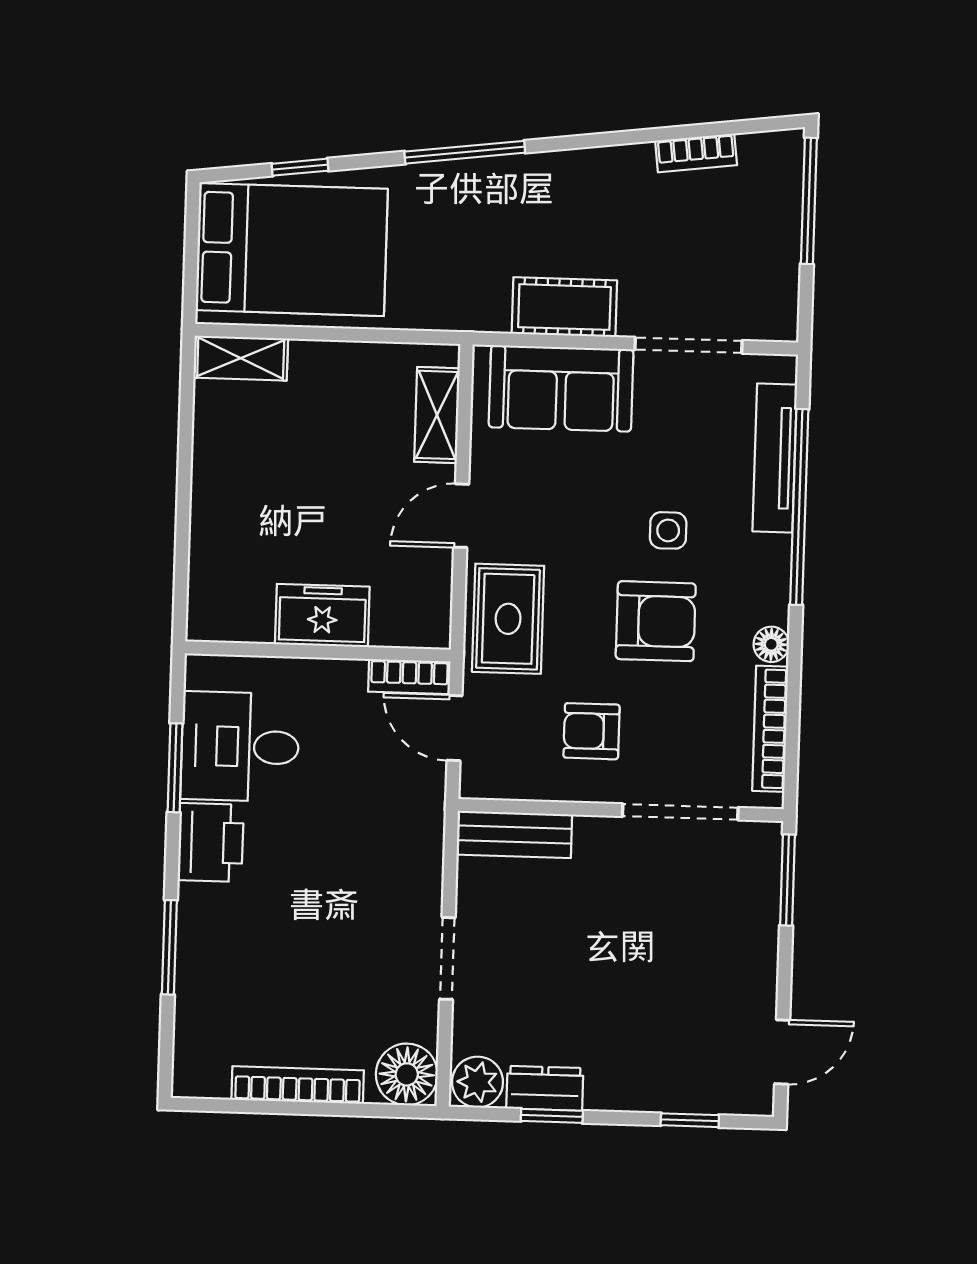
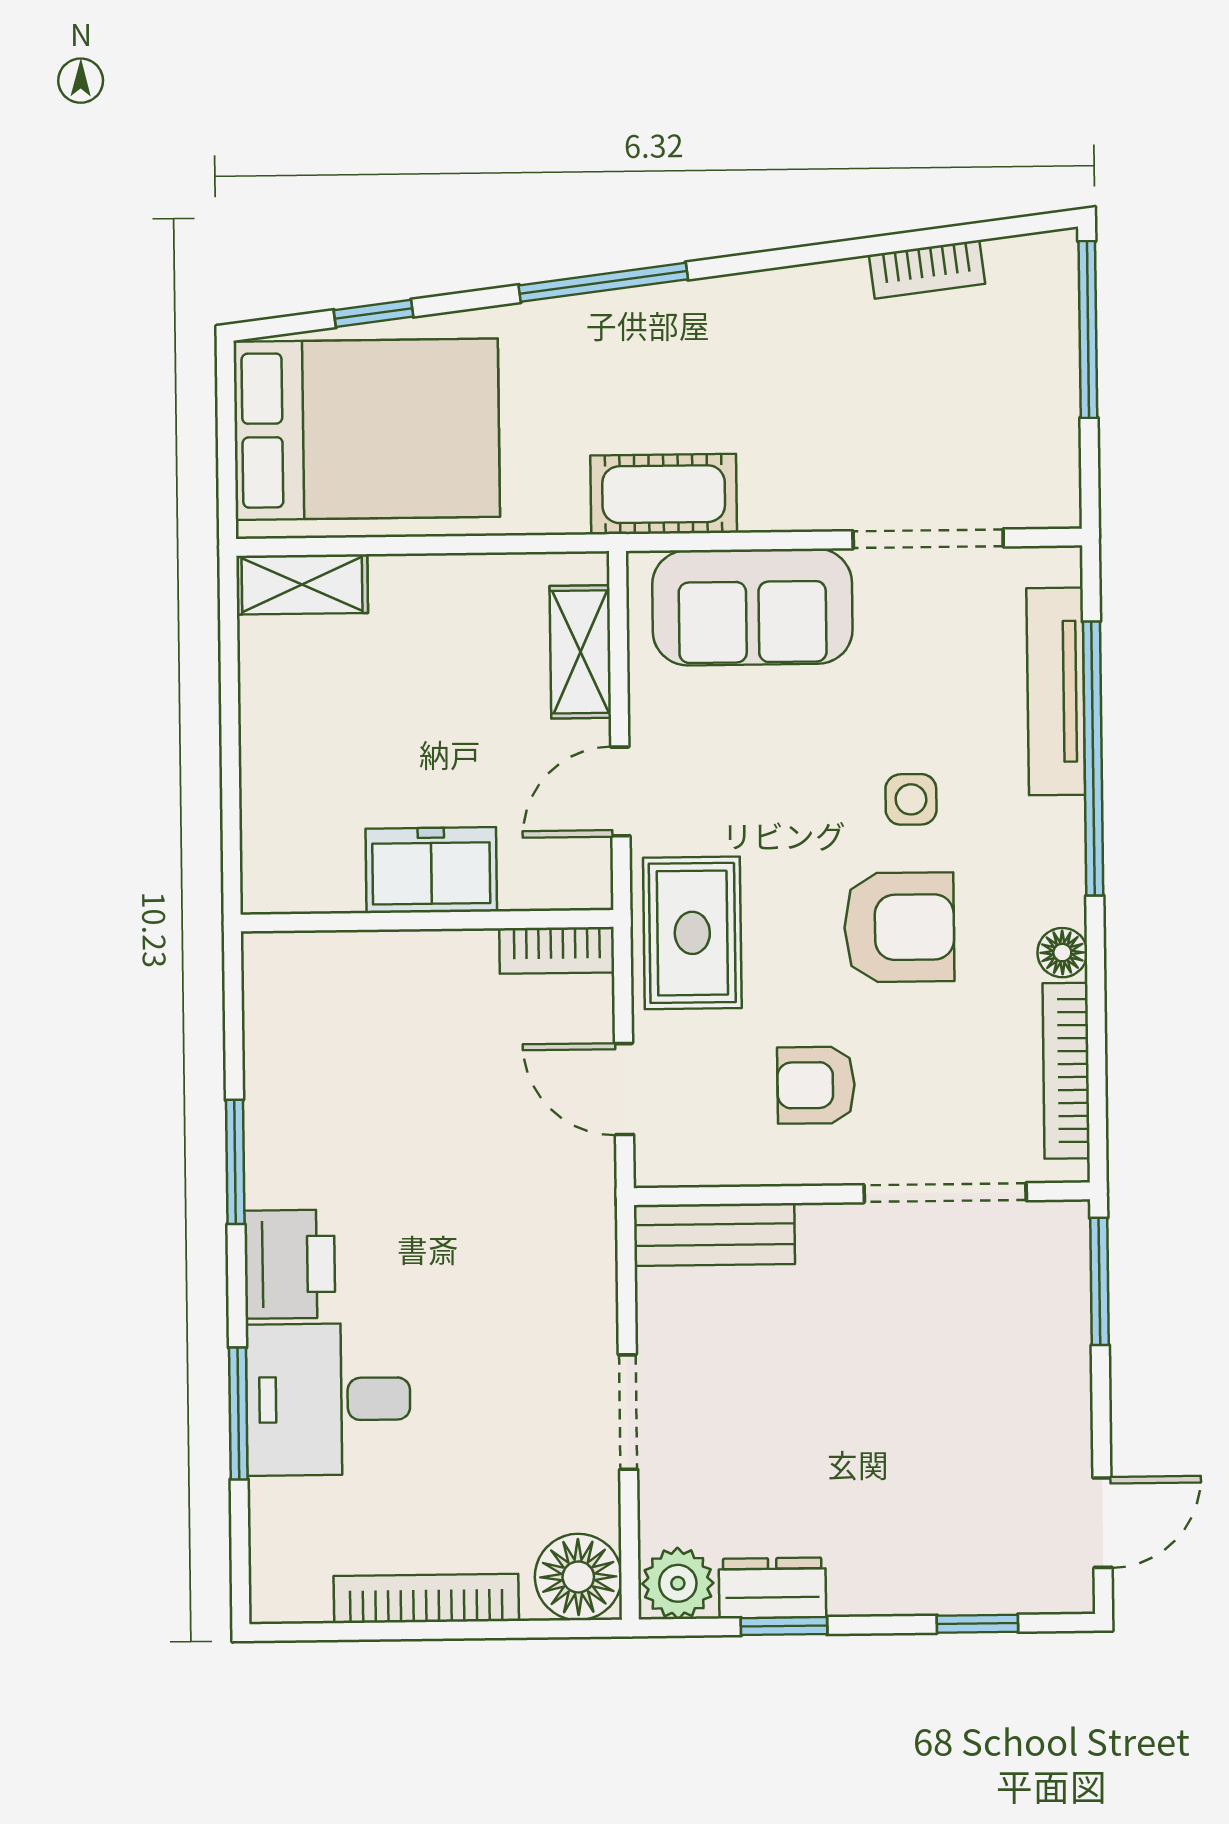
cot: (564, 307) -> (664, 494), moved
freezer: (322, 615) -> (431, 870), moved
wall: (318, 651) -> (427, 921), moved
bookcase: (409, 677) -> (557, 950), moved
desk: (240, 747) -> (328, 1399), moved

